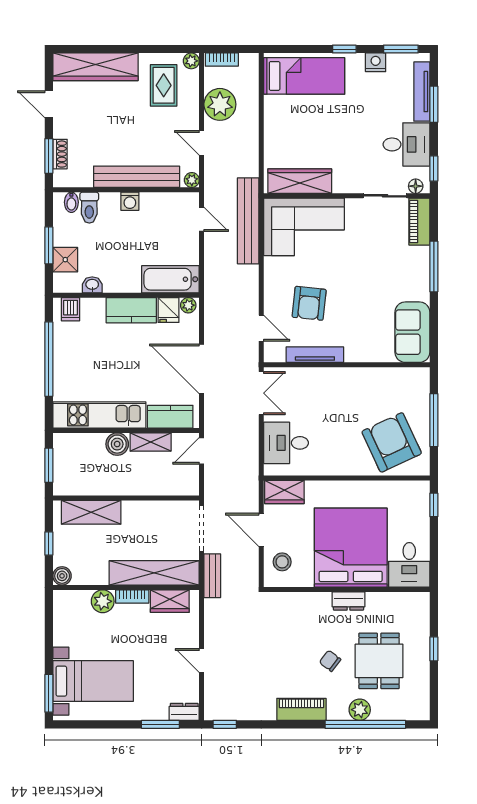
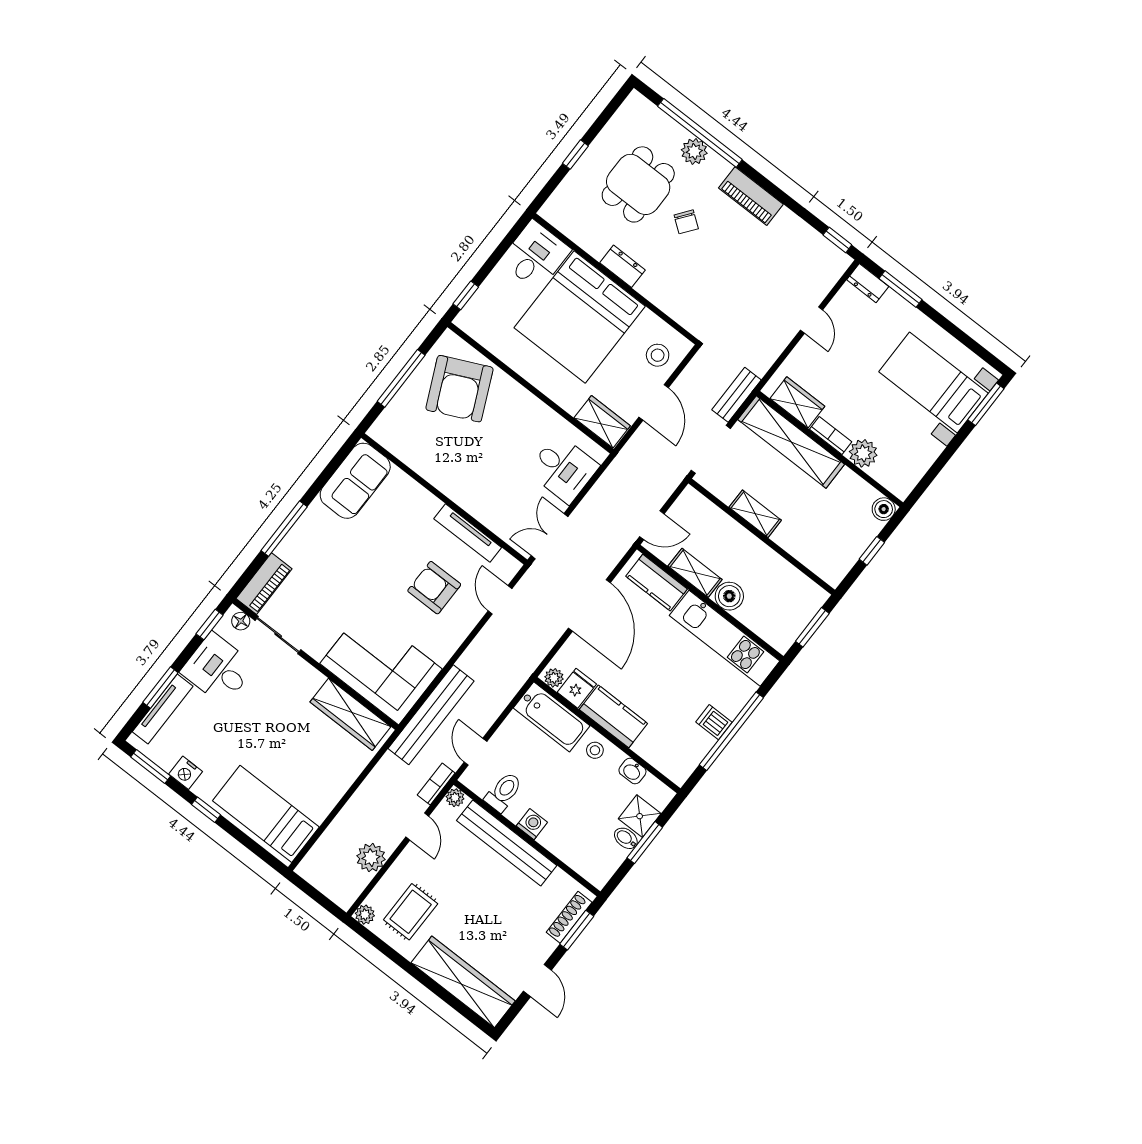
bookcase: (222, 60) -> (436, 784), moved, turned -90
plant: (220, 104) -> (371, 858), width x0.73, depth x0.73
shoe rack: (60, 154) -> (569, 917), width x1.43
bidet: (71, 202) -> (626, 838), moved, turned -90
toilet: (89, 208) -> (504, 792), moved
stool: (126, 279) -> (595, 750), added
armchair: (309, 303) -> (434, 588), turned -96
dishwasher: (71, 309) -> (714, 722), moved, turned -90
shelving: (91, 512) -> (755, 514), moved, width x0.67, depth x0.75

